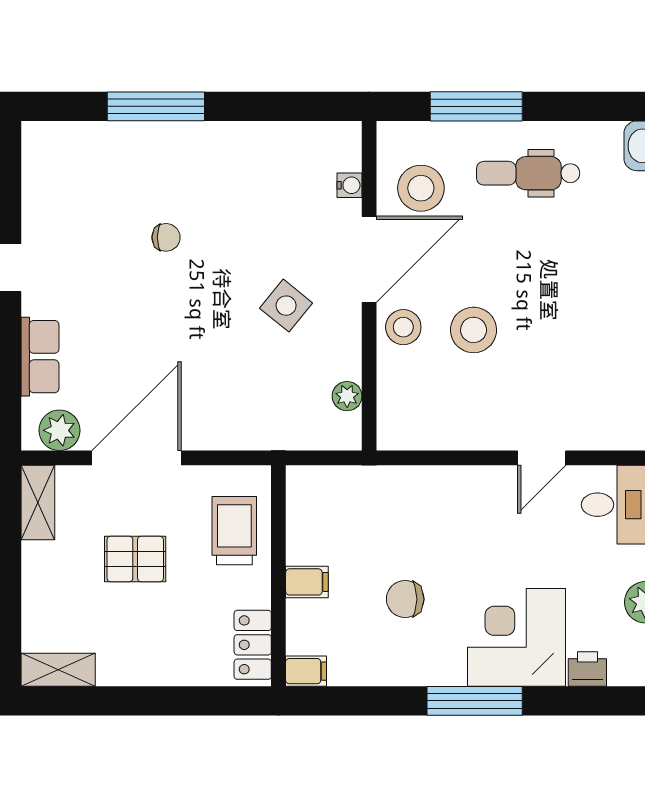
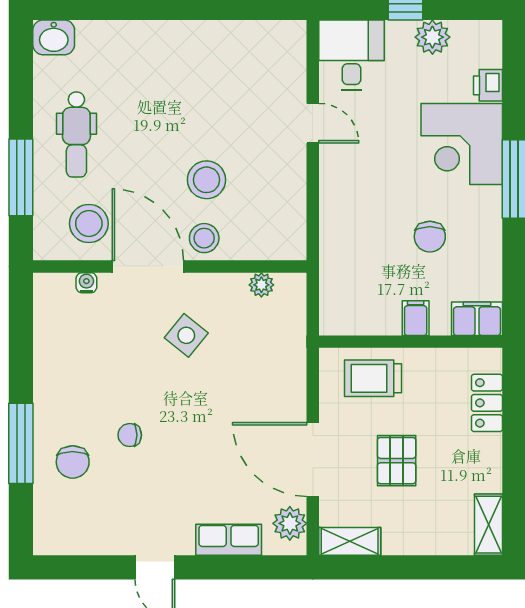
chair: (134, 169) -> (73, 462), added
chair: (166, 237) -> (130, 435), turned -90
locker: (253, 645) -> (487, 403), moved, turned 90
filing cabinet: (306, 671) -> (477, 319), width x2.00

